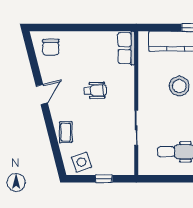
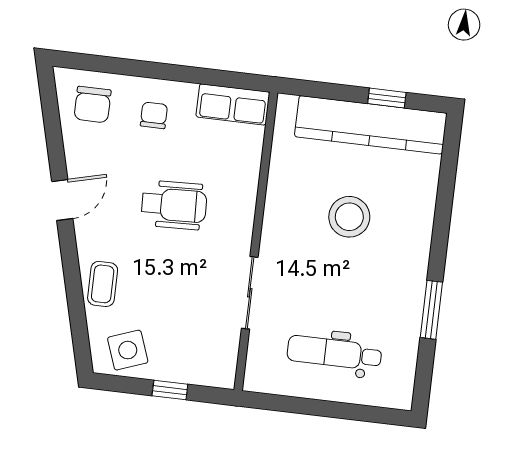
row of seats: (126, 48) -> (233, 104), moved, turned -90
chair: (81, 49) -> (154, 115), added
wheelchair: (95, 90) -> (174, 205), width x1.36, depth x1.37

